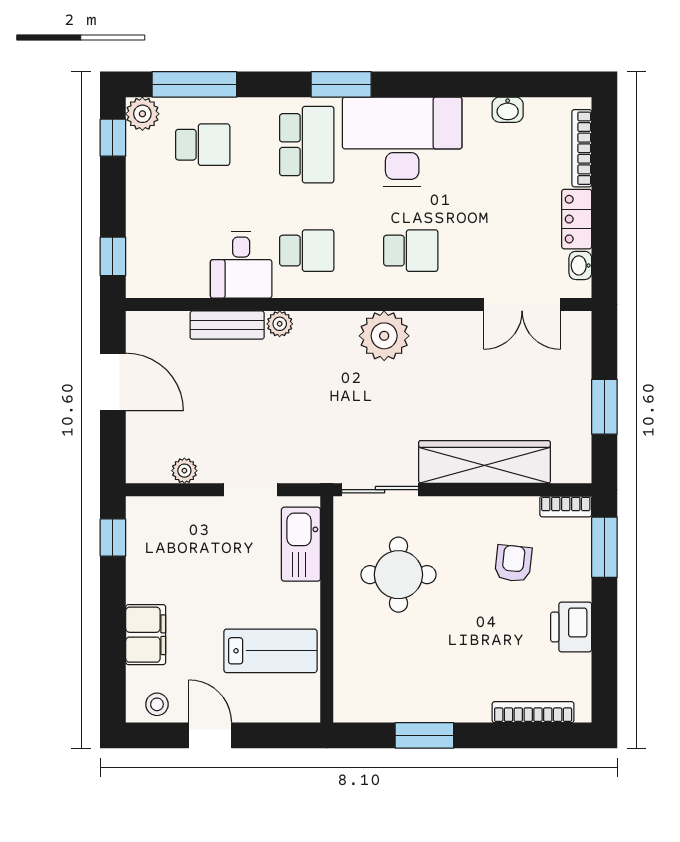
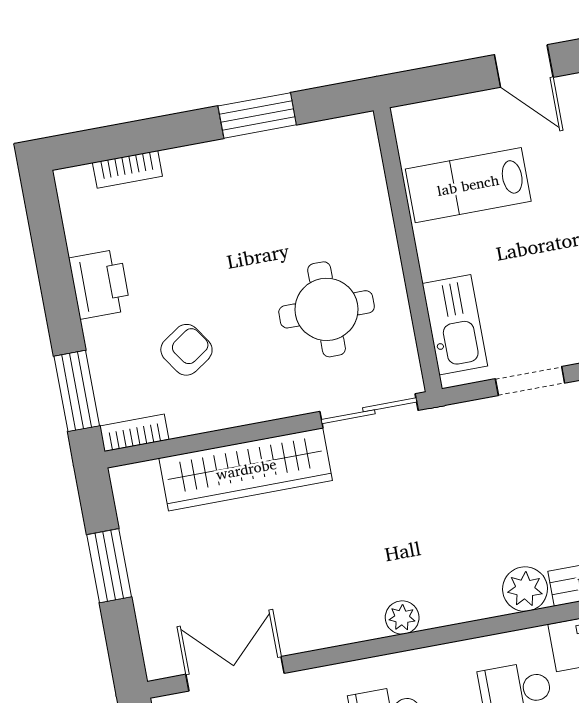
plant: (280, 324) -> (525, 589), width x1.38, depth x1.38
plant: (384, 336) -> (402, 618), width x0.53, depth x0.53
armchair: (513, 563) -> (186, 350), turned -130
bookcase: (533, 712) -> (127, 169), width x0.64

